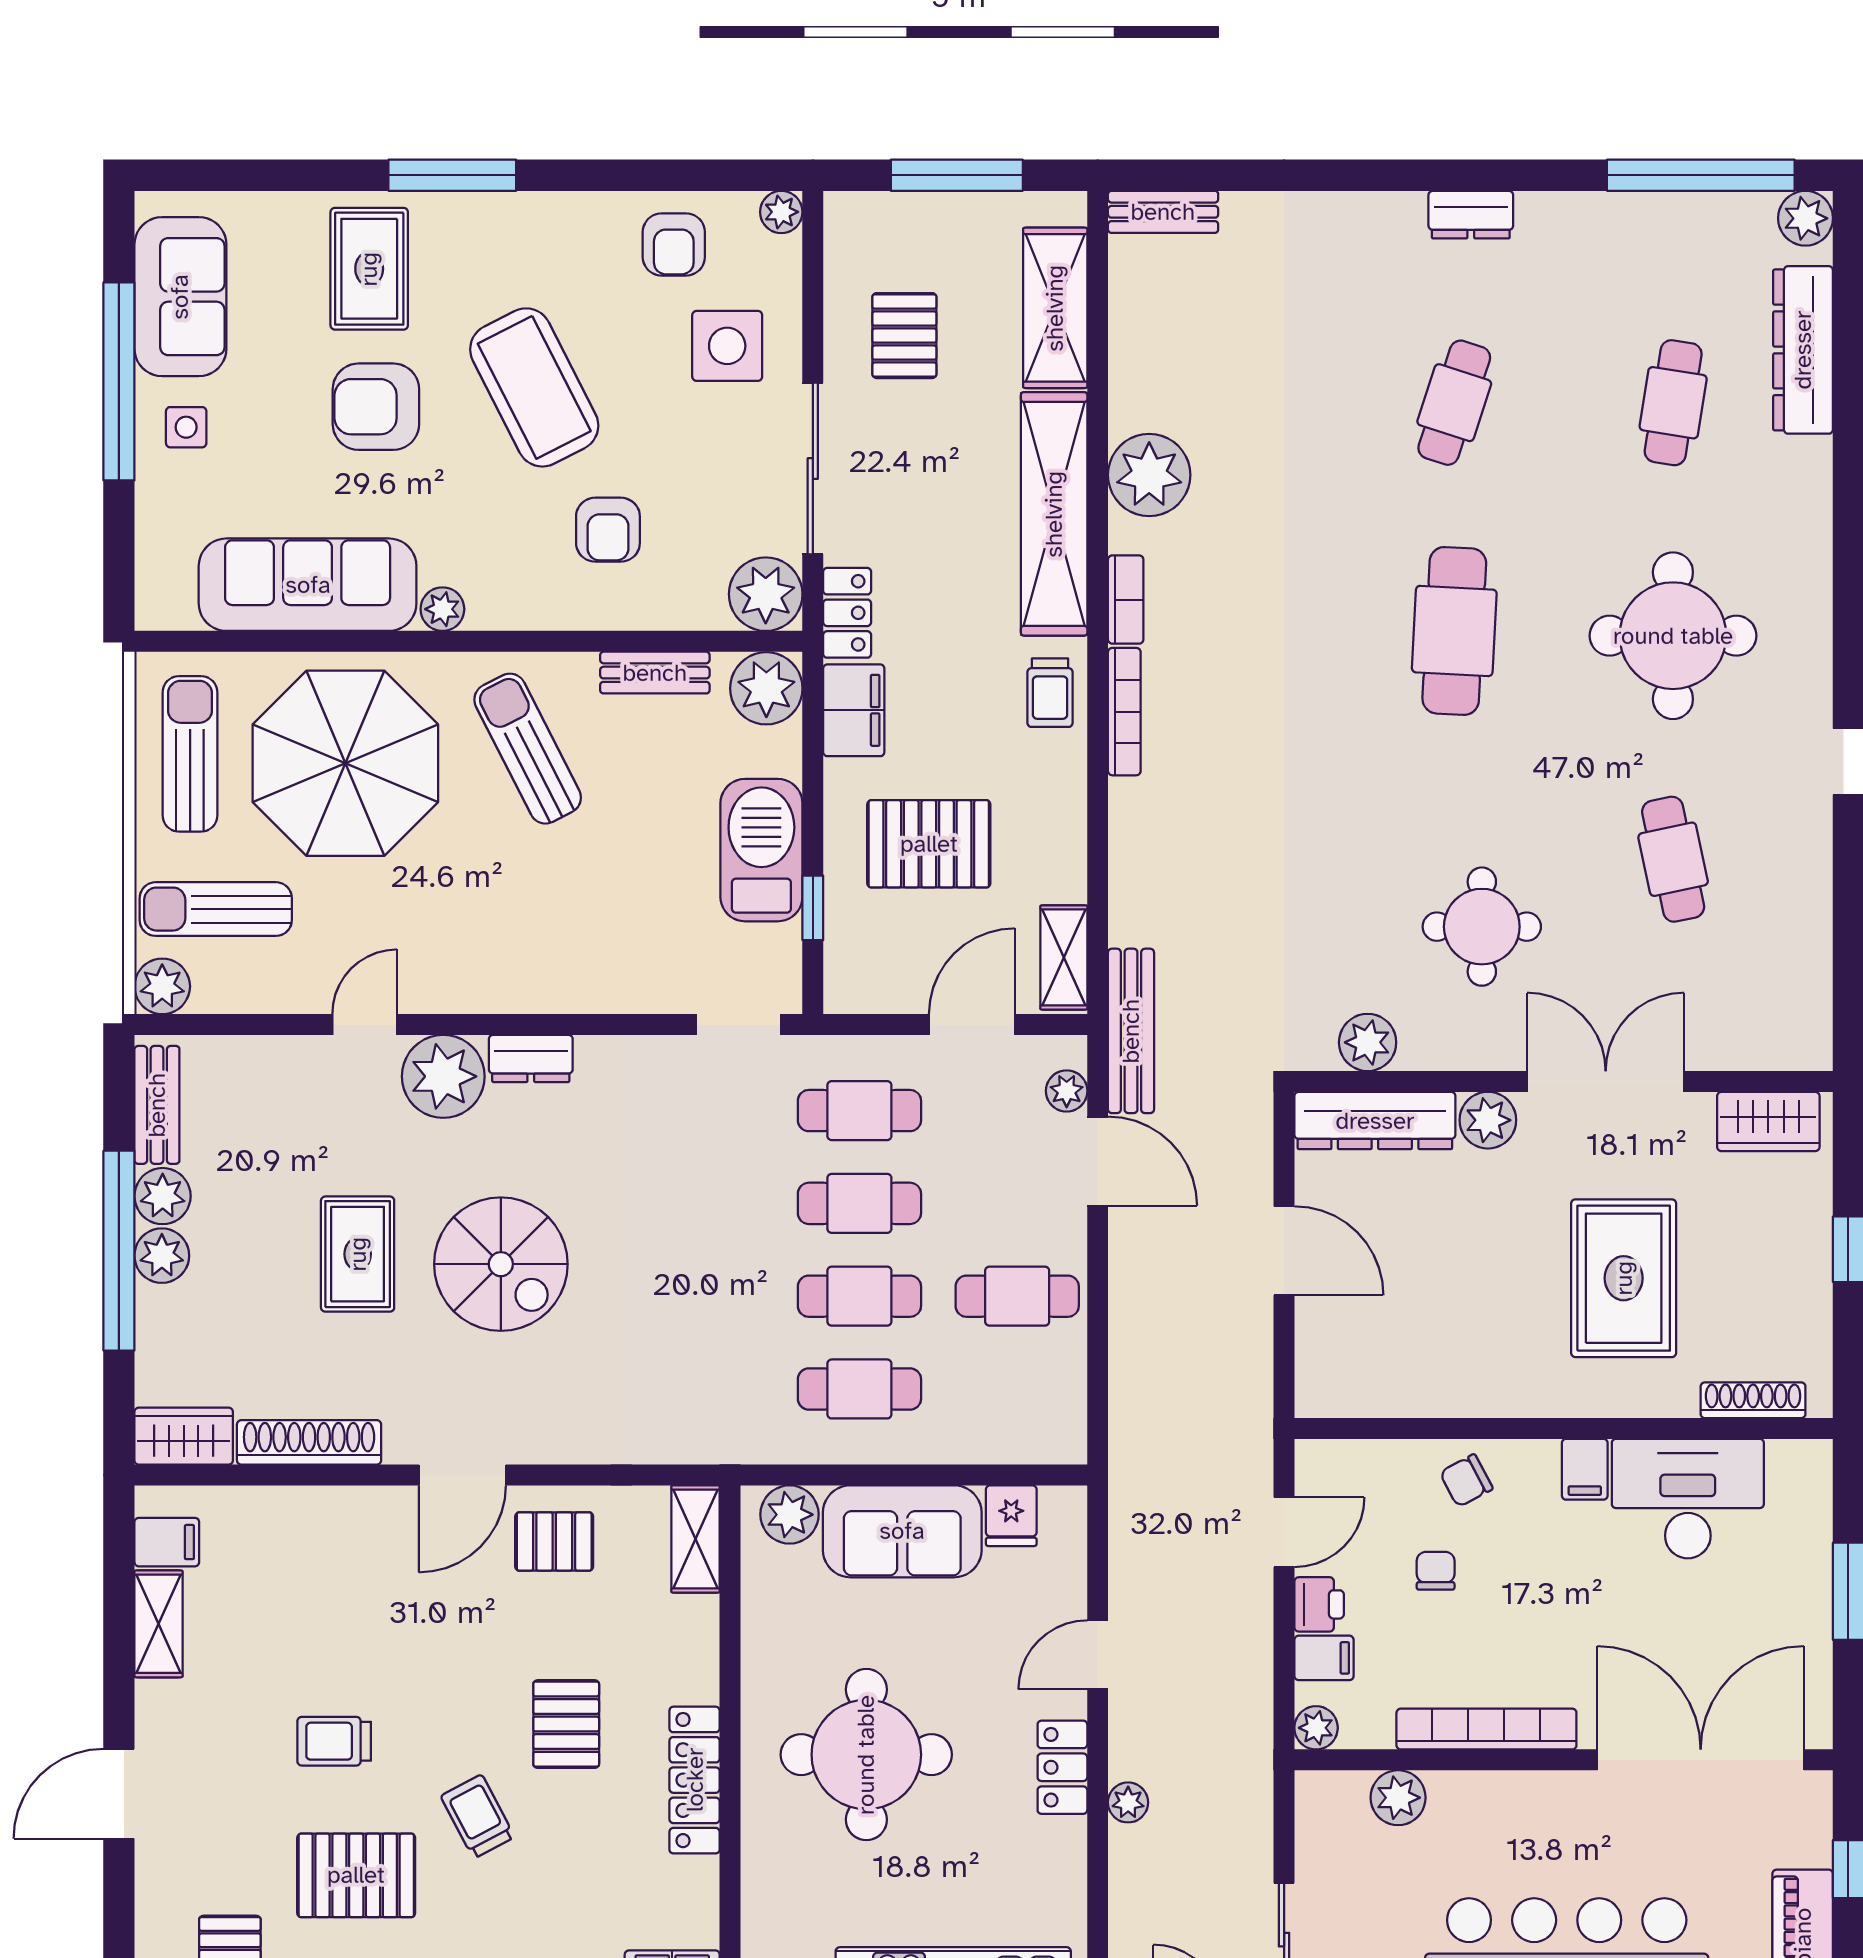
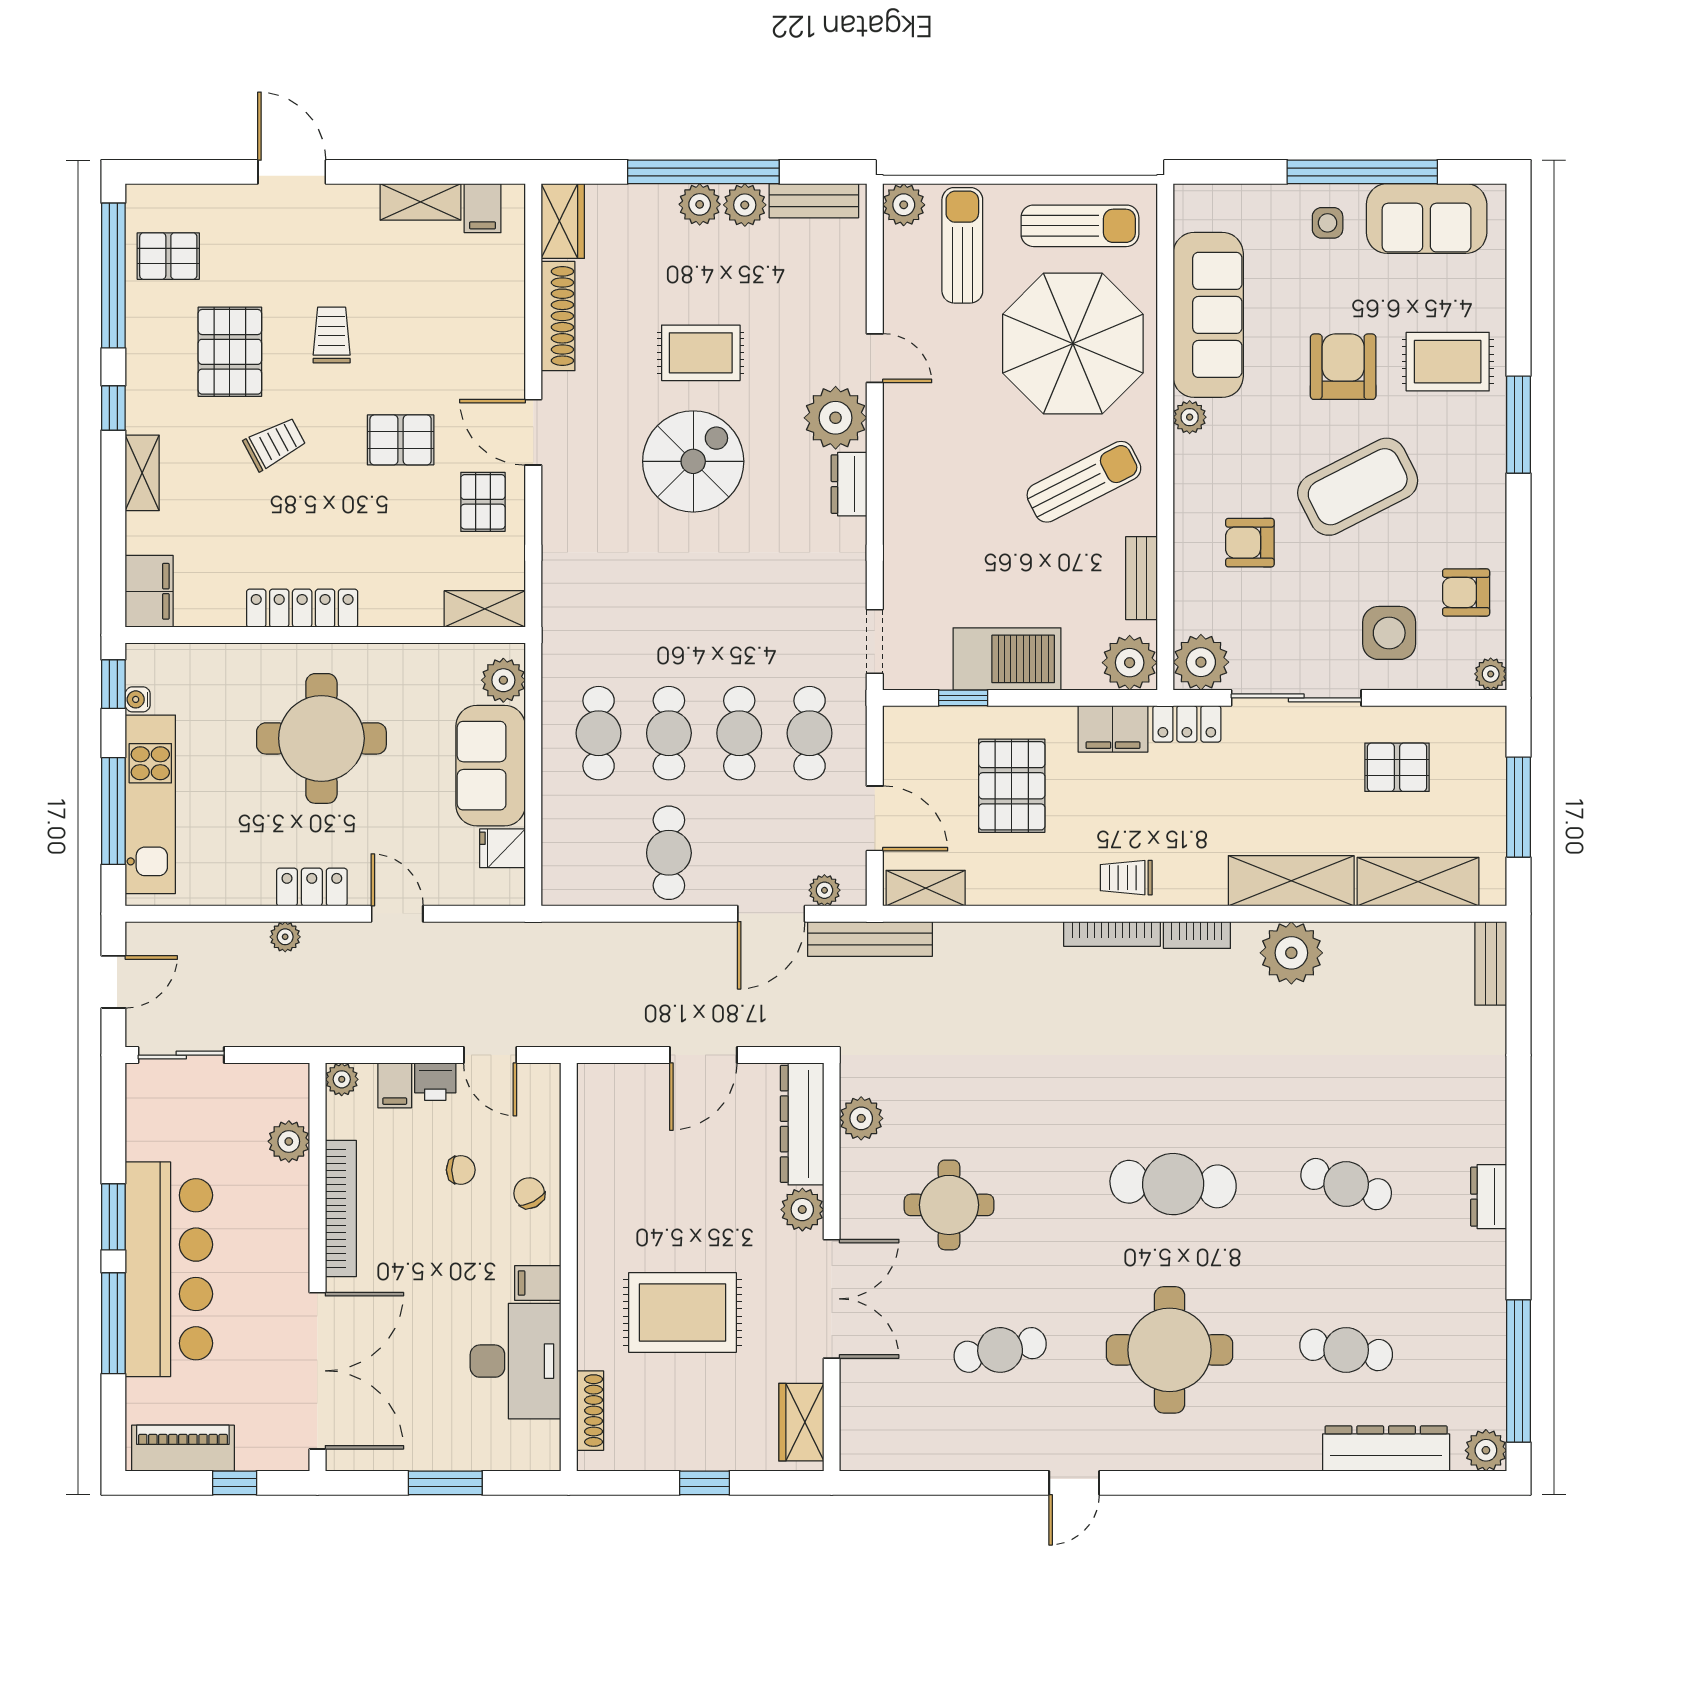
shelving: (1054, 514) -> (1291, 881), width x0.68
spiral stairs: (501, 1264) -> (693, 461), turned 180
pallet: (566, 1724) -> (401, 440), moved

